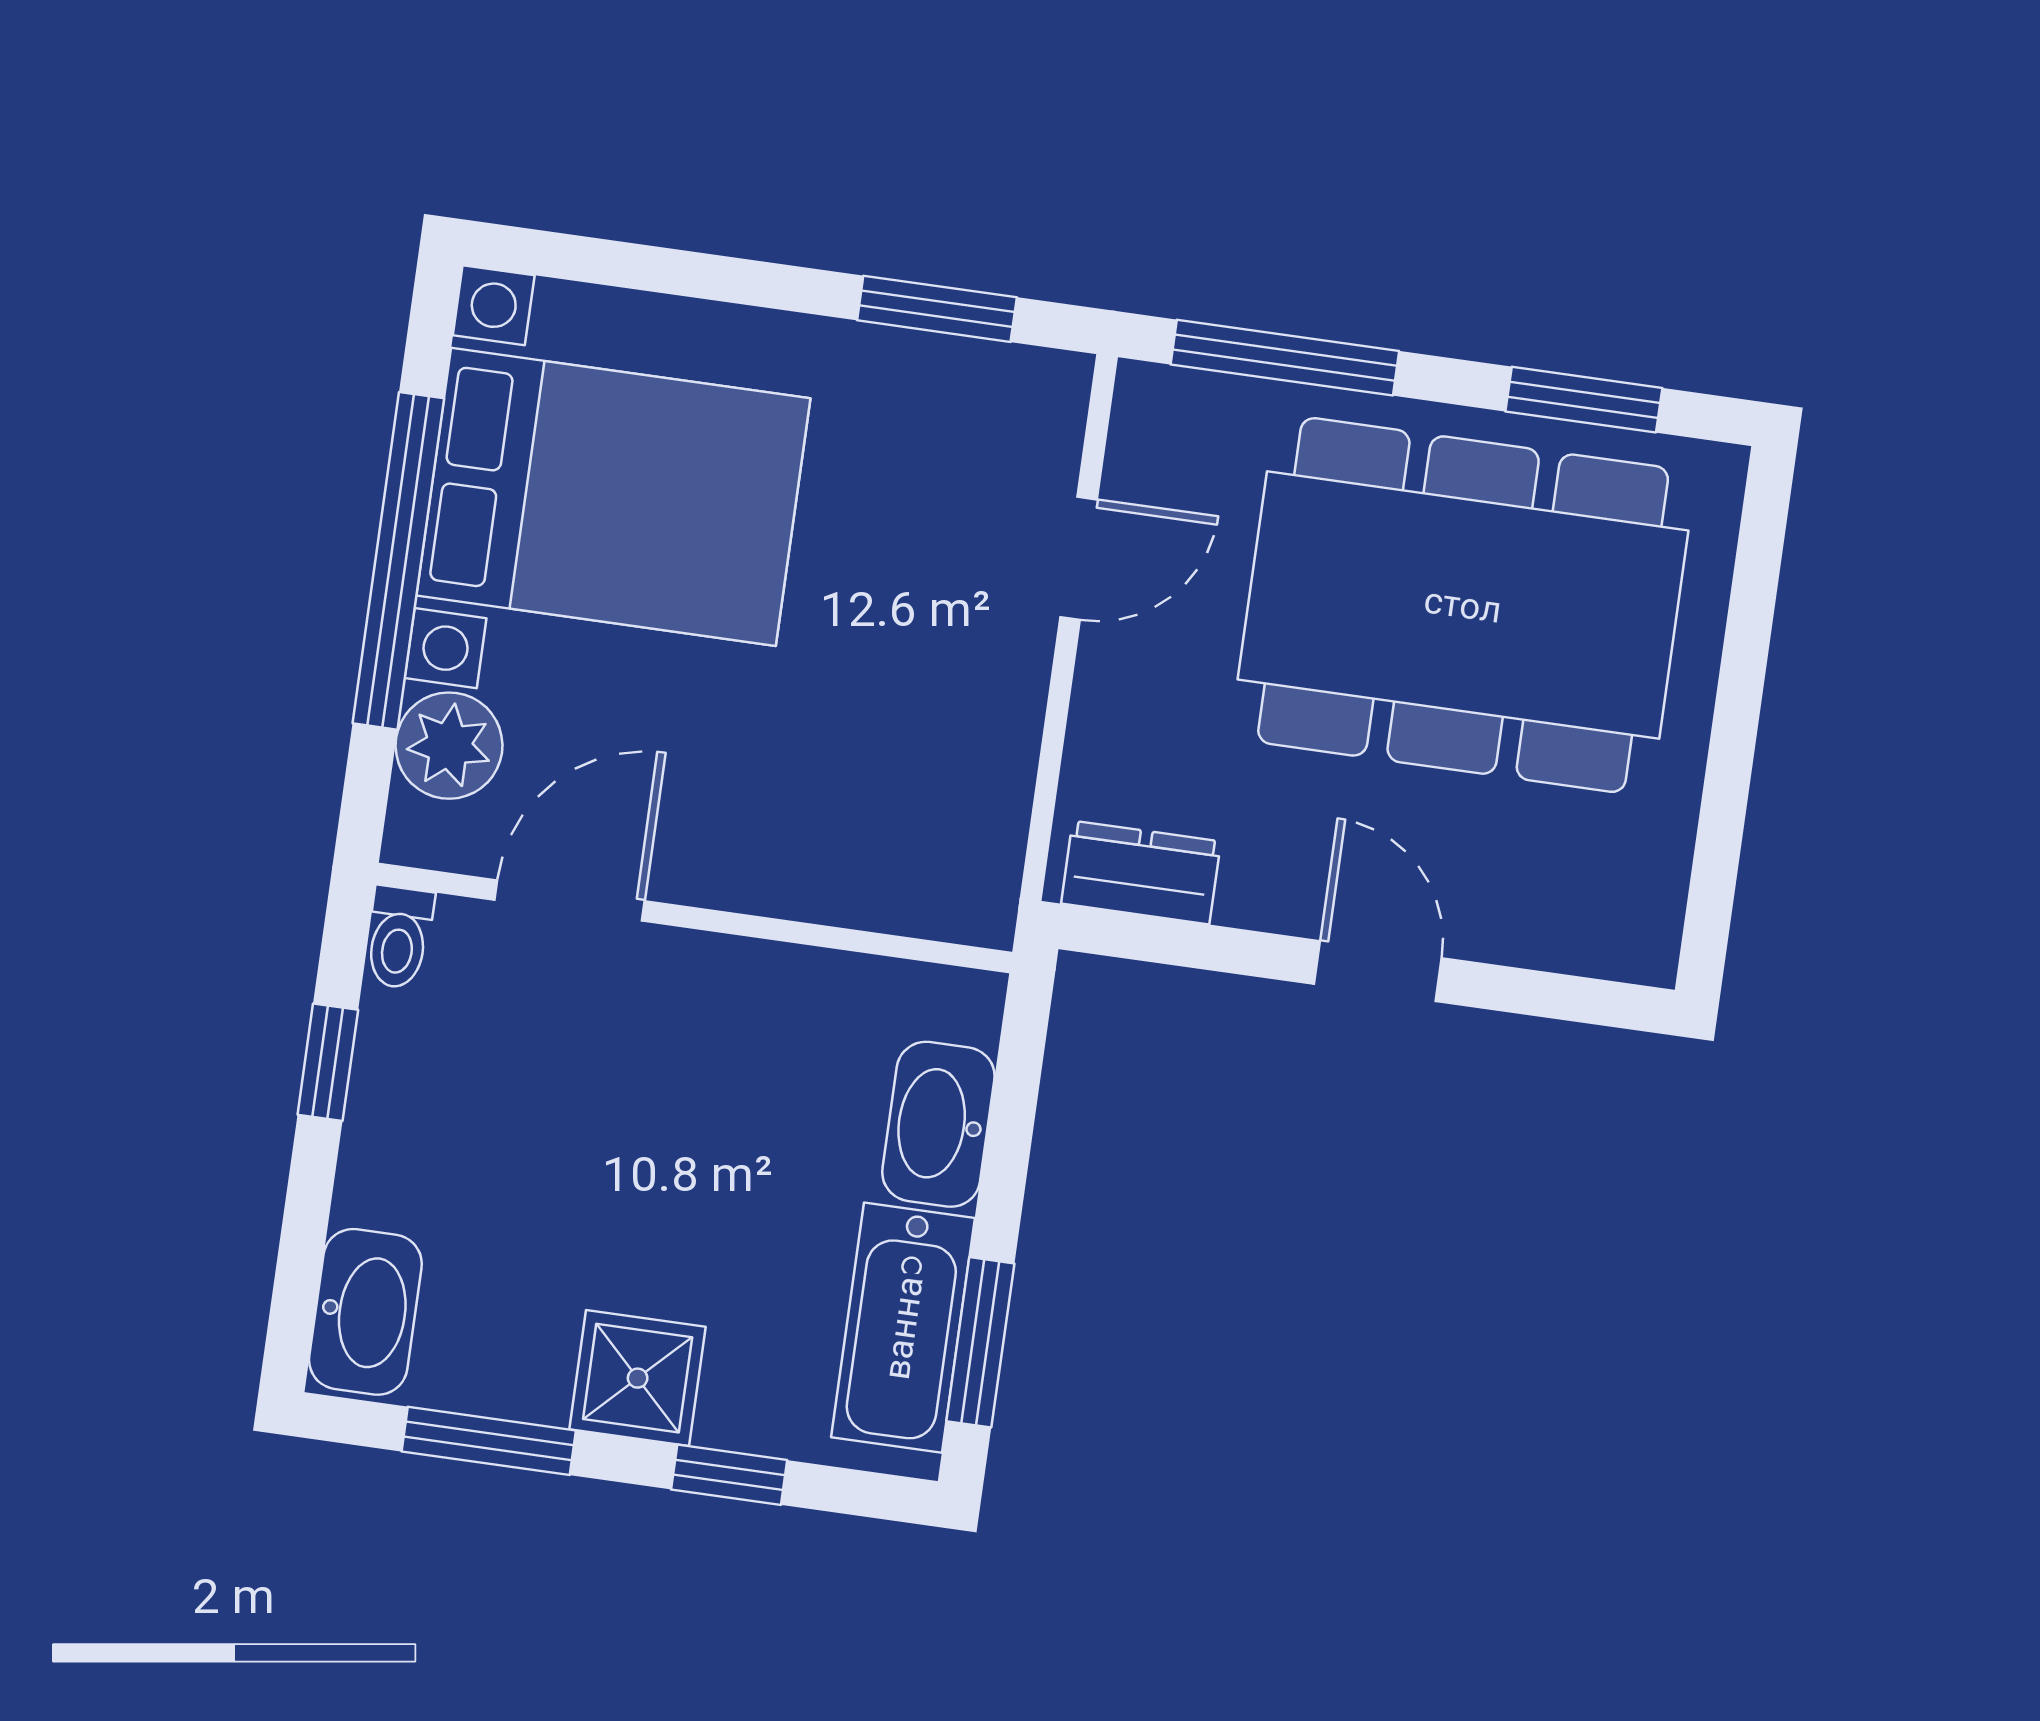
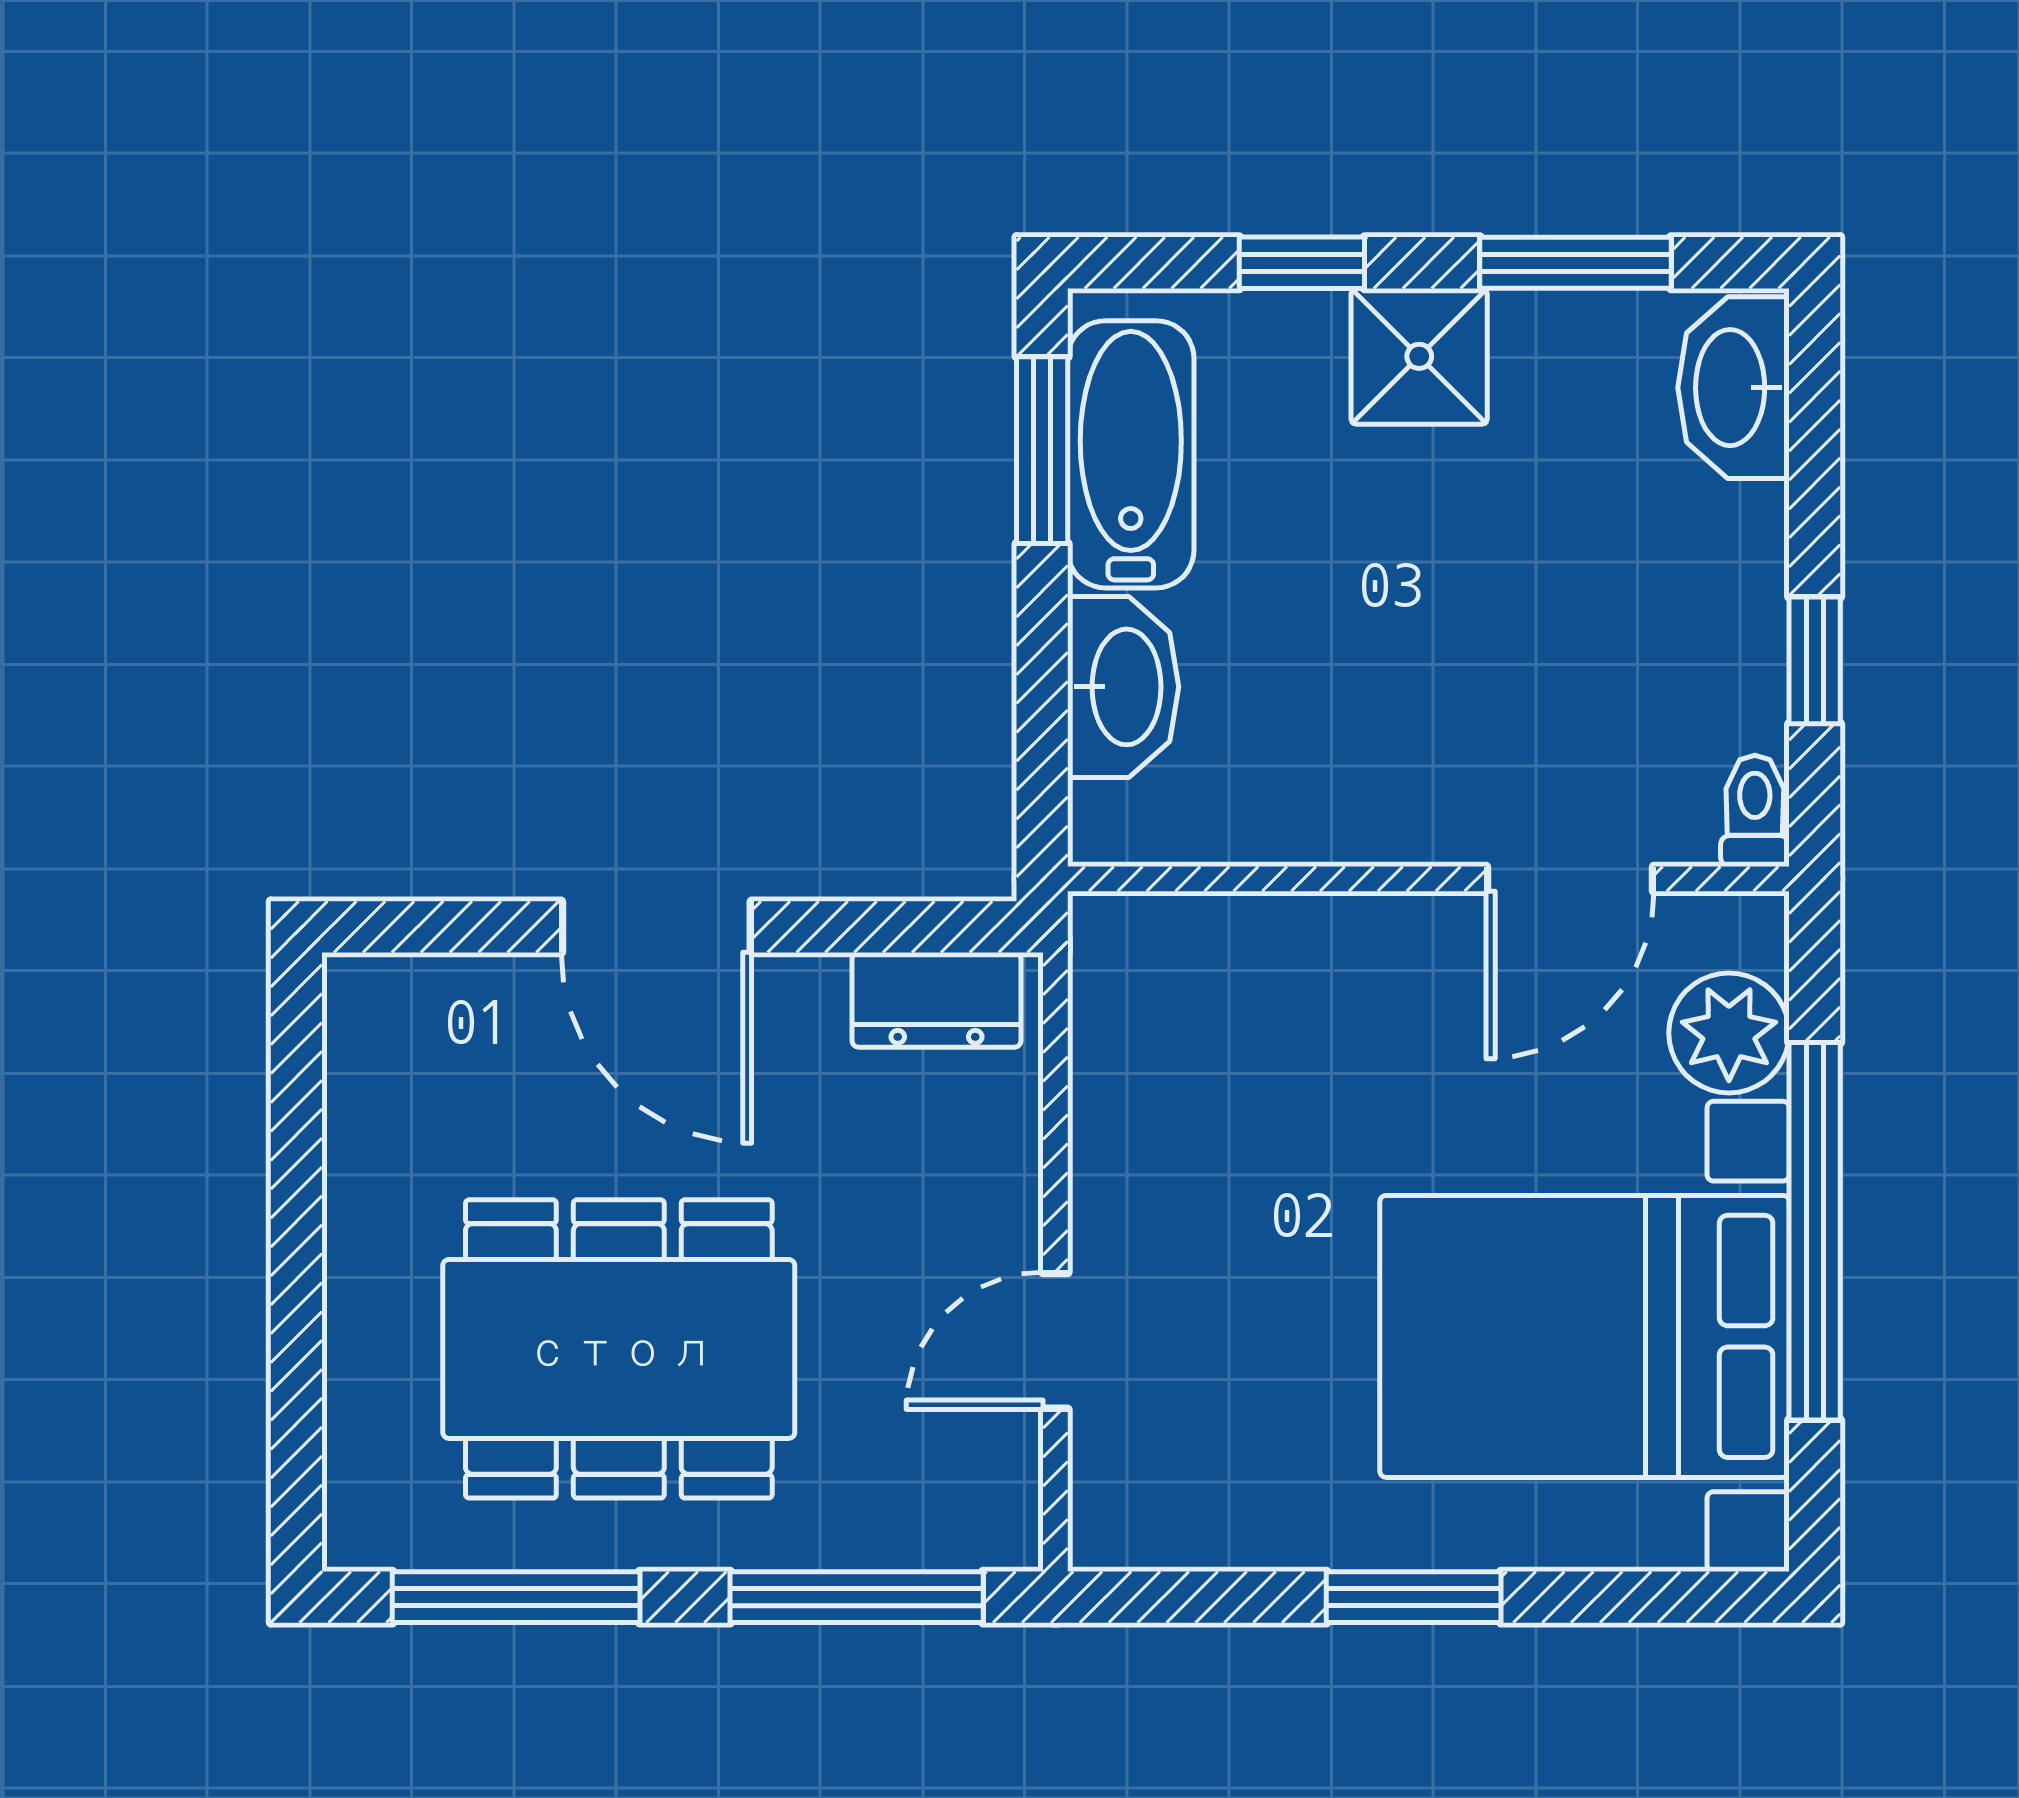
window: (937, 309) -> (1414, 1597), moved
window: (1584, 400) -> (516, 1597), width x1.44
dining table: (1463, 605) -> (619, 1349), width x0.73, depth x0.80
door: (1378, 971) -> (656, 927), width x1.38

